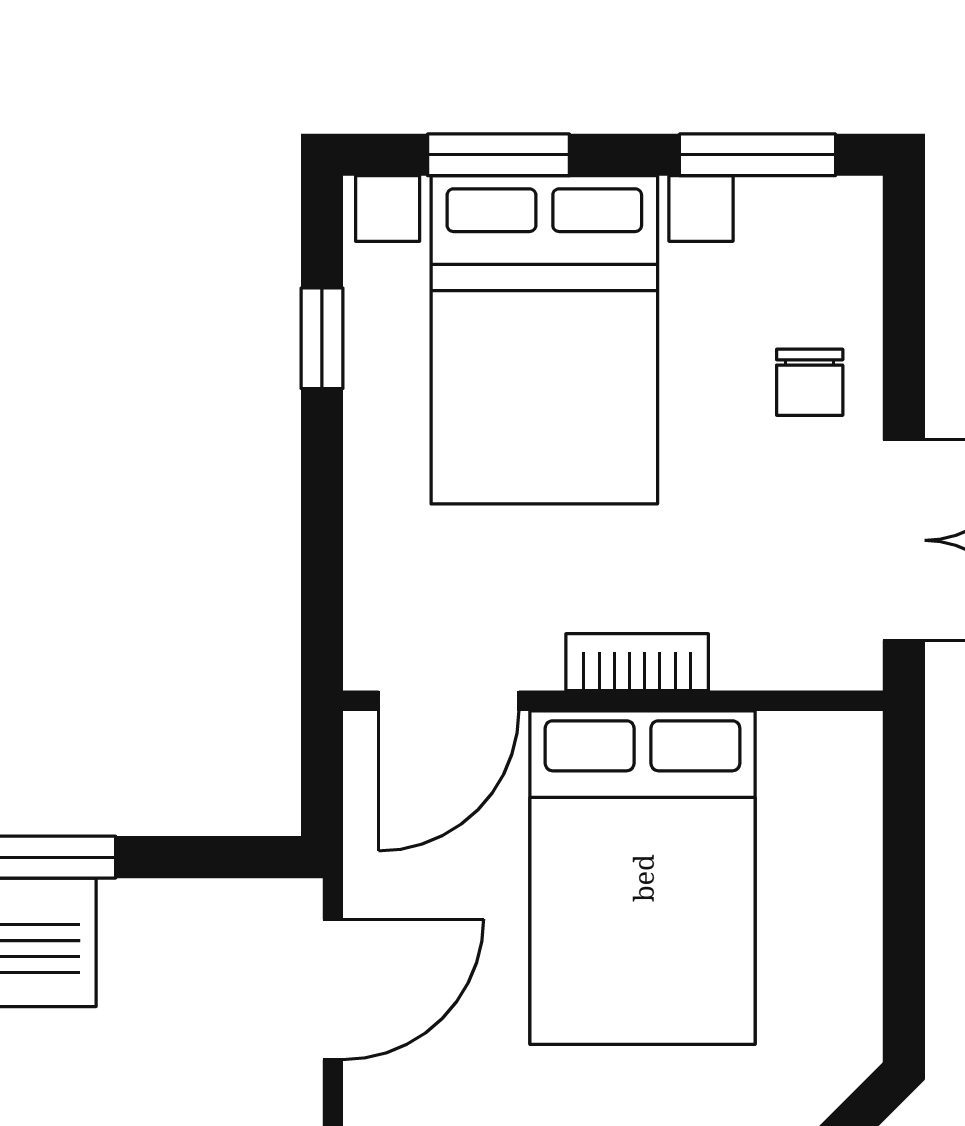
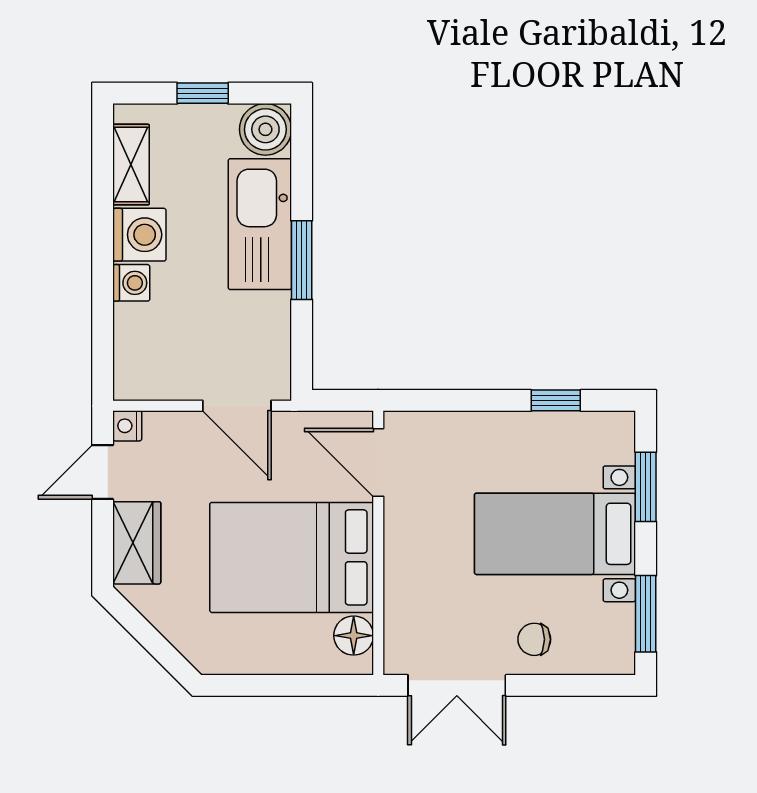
bed with nightstands: (544, 340) -> (555, 534), width x0.73
bookcase: (637, 662) -> (397, 555), removed
floor lamp: (802, 751) -> (354, 636), added

